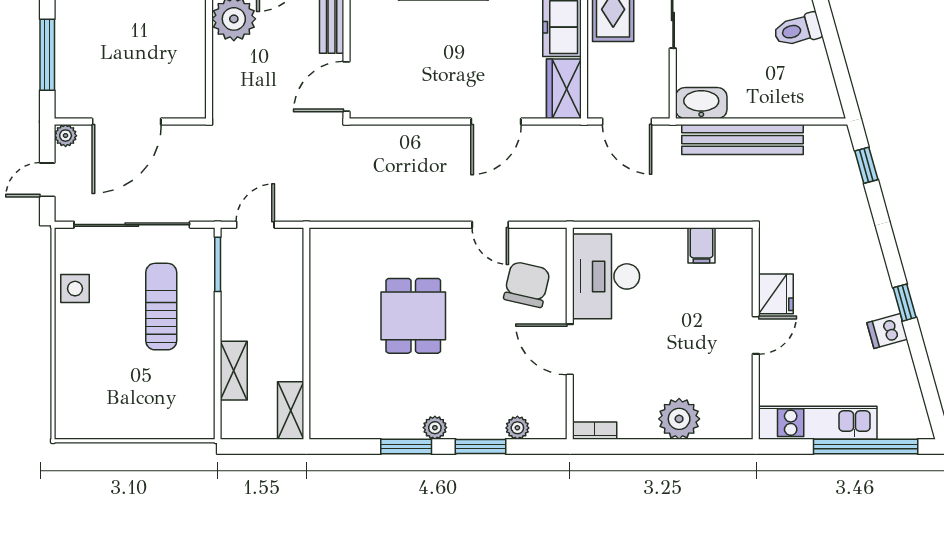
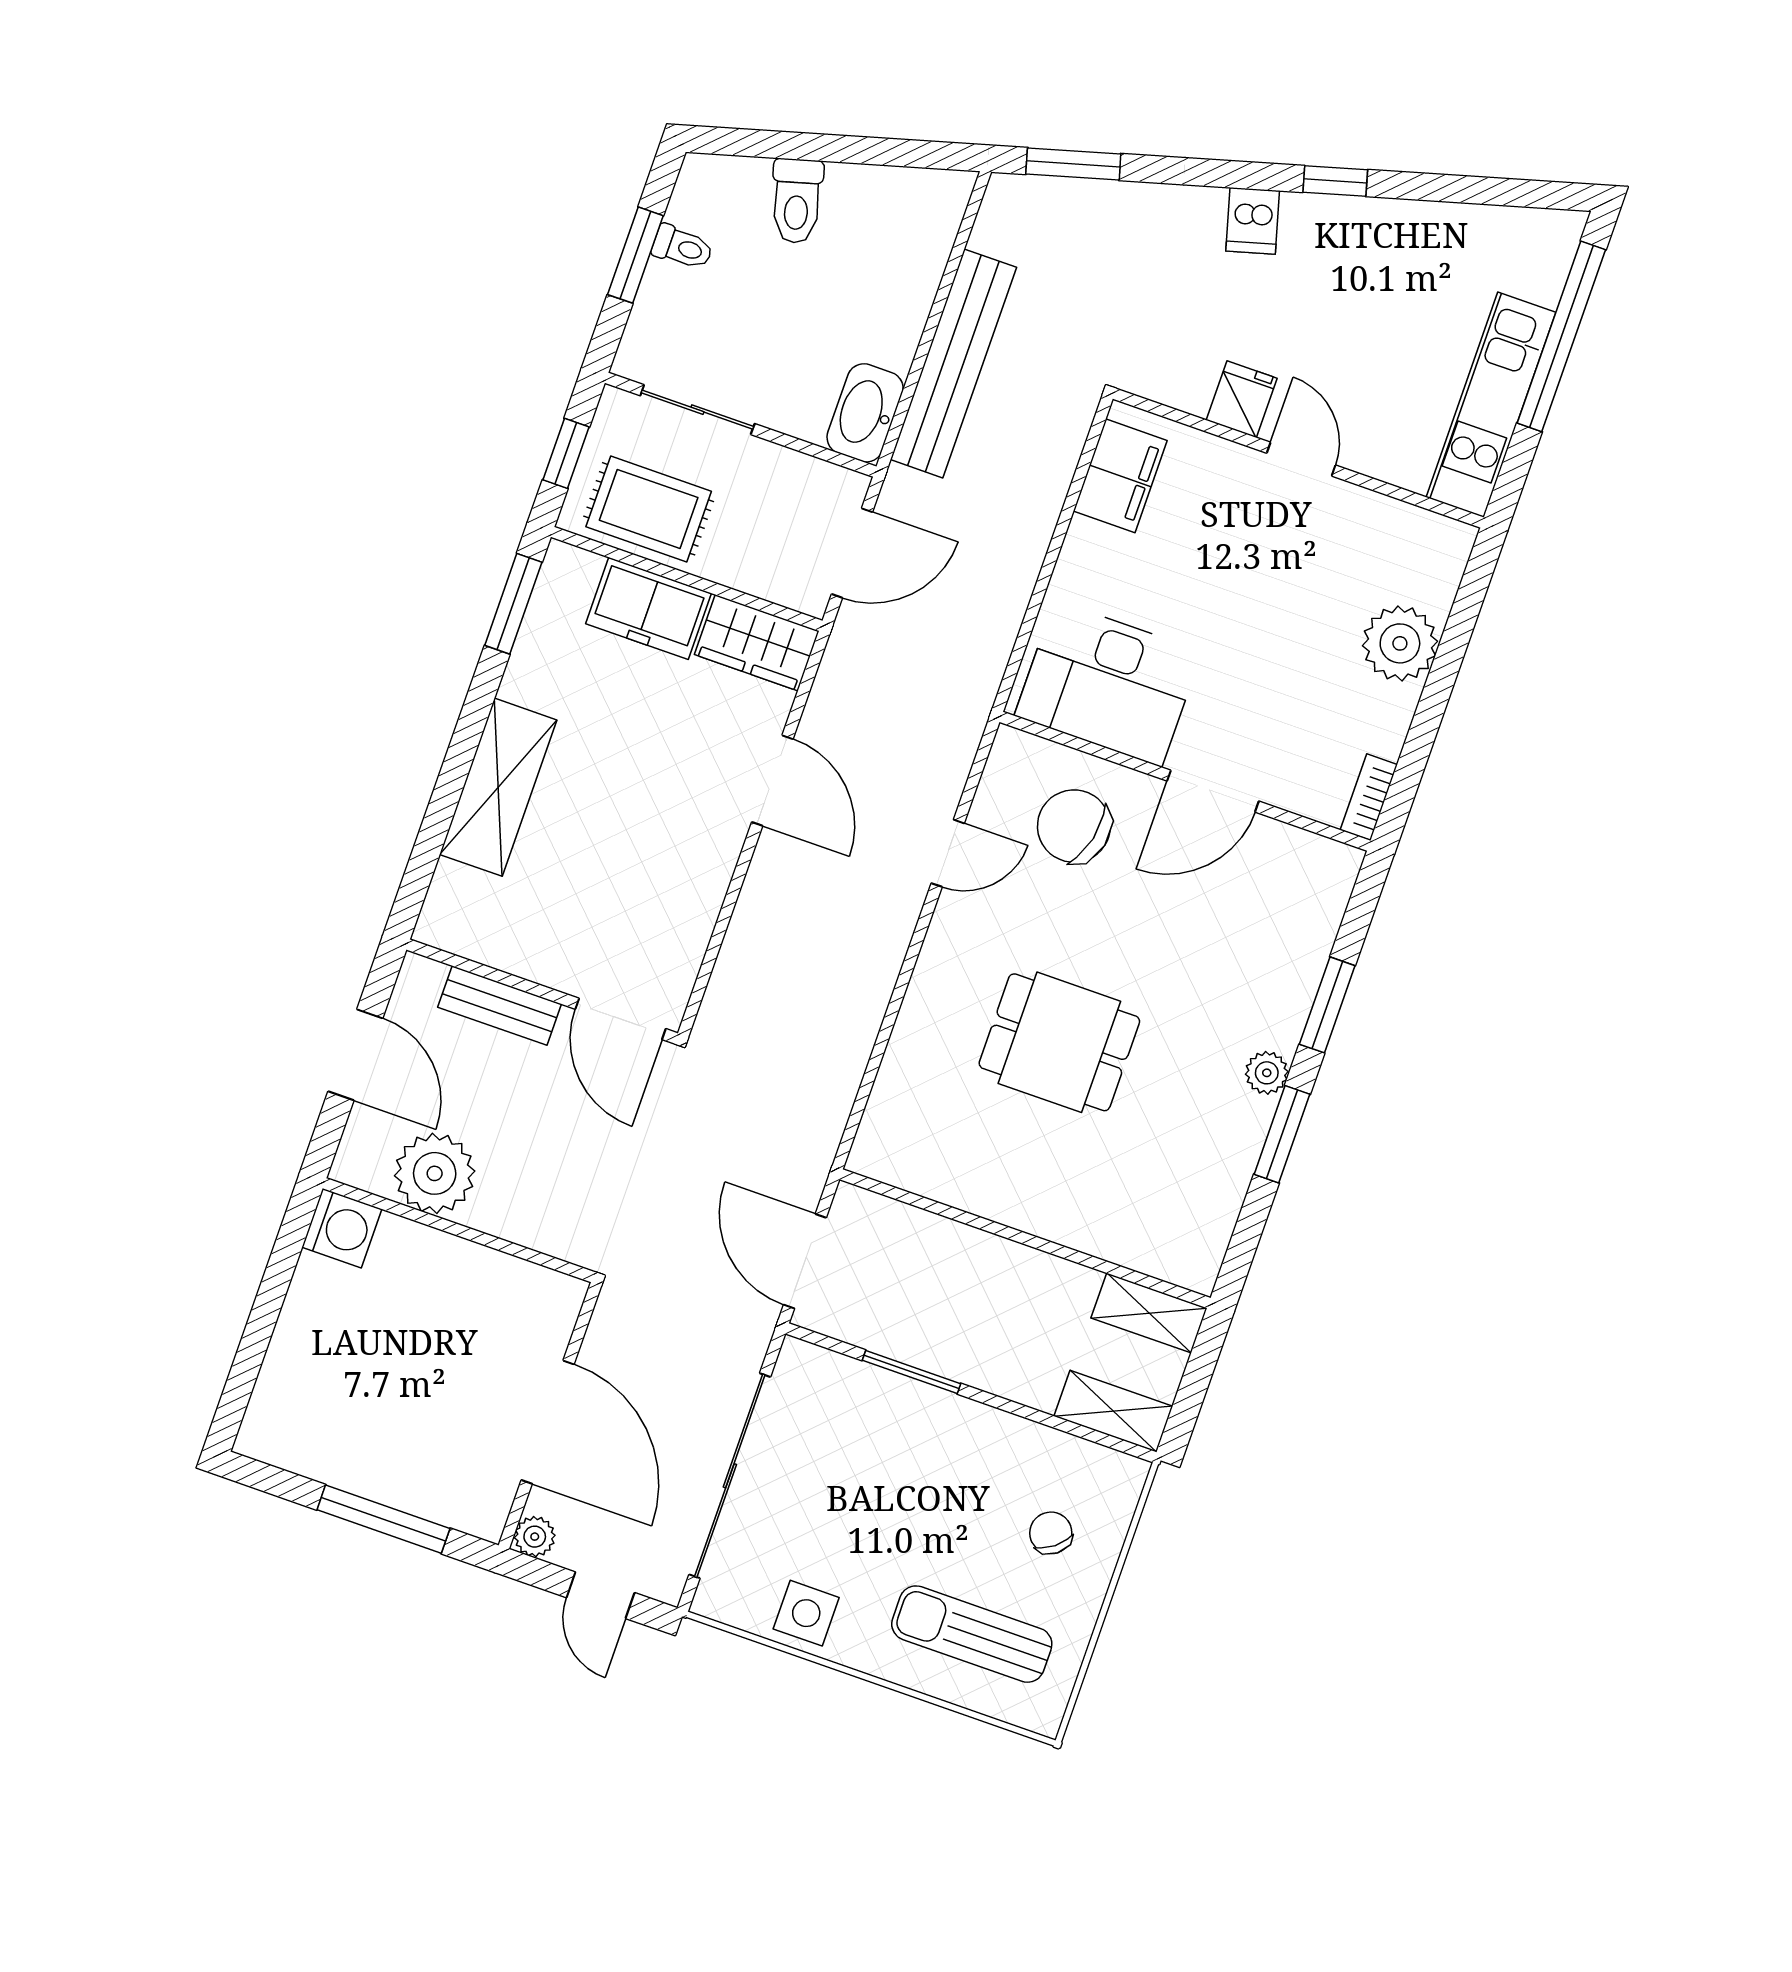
window: (866, 165) -> (1073, 164), width x1.50
door: (255, 225) -> (805, 1261), width x1.38
filing cabinet: (702, 245) -> (1120, 476), width x2.00
window: (218, 264) -> (911, 1372), moved
fridge: (776, 294) -> (1242, 399), width x0.72
sun lounger: (161, 307) -> (972, 1634), moved
dishwasher: (887, 331) -> (1253, 221), moved
shelving: (234, 371) -> (1113, 1411), moved
chair: (160, 400) -> (1051, 1533), added
plant: (517, 428) -> (1317, 930), removed

